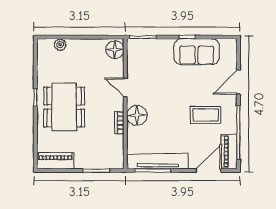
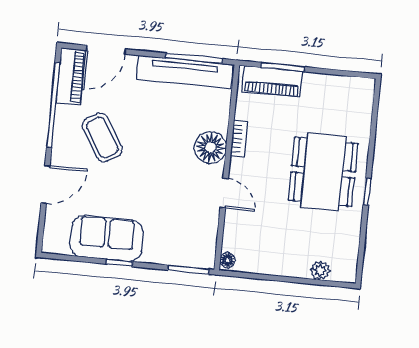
floor lamp: (115, 50) -> (227, 260), width x0.53, depth x0.53
coffee table: (206, 115) -> (102, 137), turned 58
piano: (55, 161) -> (272, 81), moved

